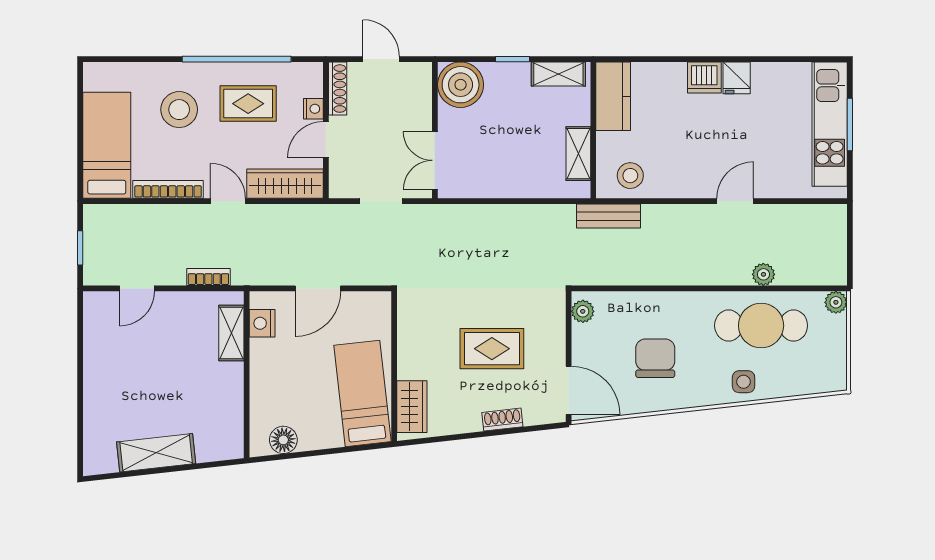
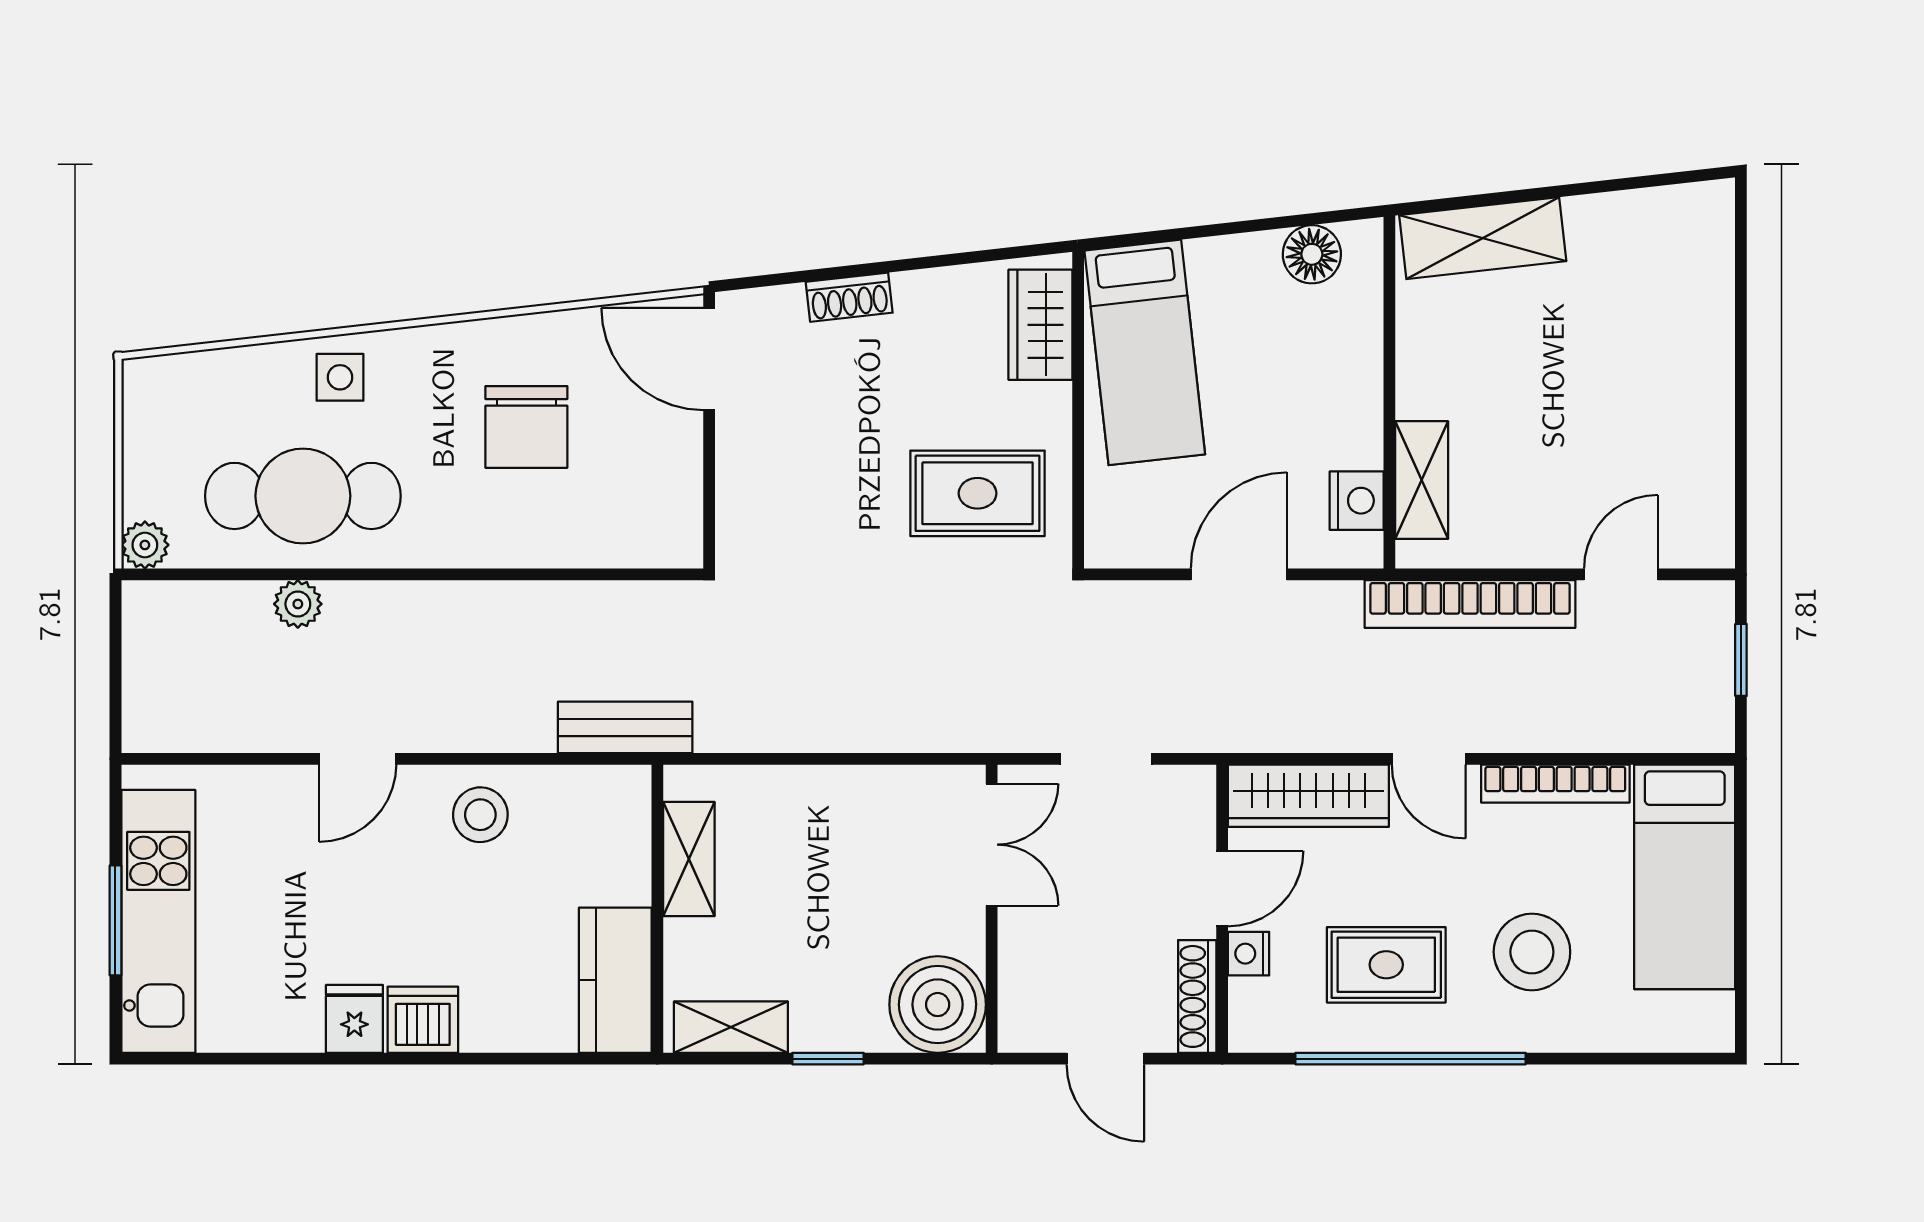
stool: (630, 176) -> (480, 815), moved
bookcase: (208, 277) -> (1470, 604), width x2.31, depth x1.31
plant: (583, 311) -> (680, 526), removed
rug: (492, 349) -> (978, 493), moved
shelving: (156, 453) -> (1483, 238), moved

